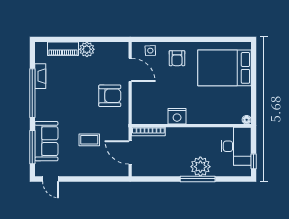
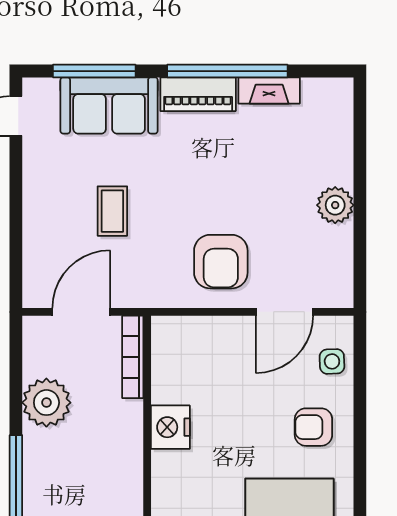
piano: (63, 49) -> (198, 94), moved, turned -90
plant: (200, 167) -> (46, 403), moved

